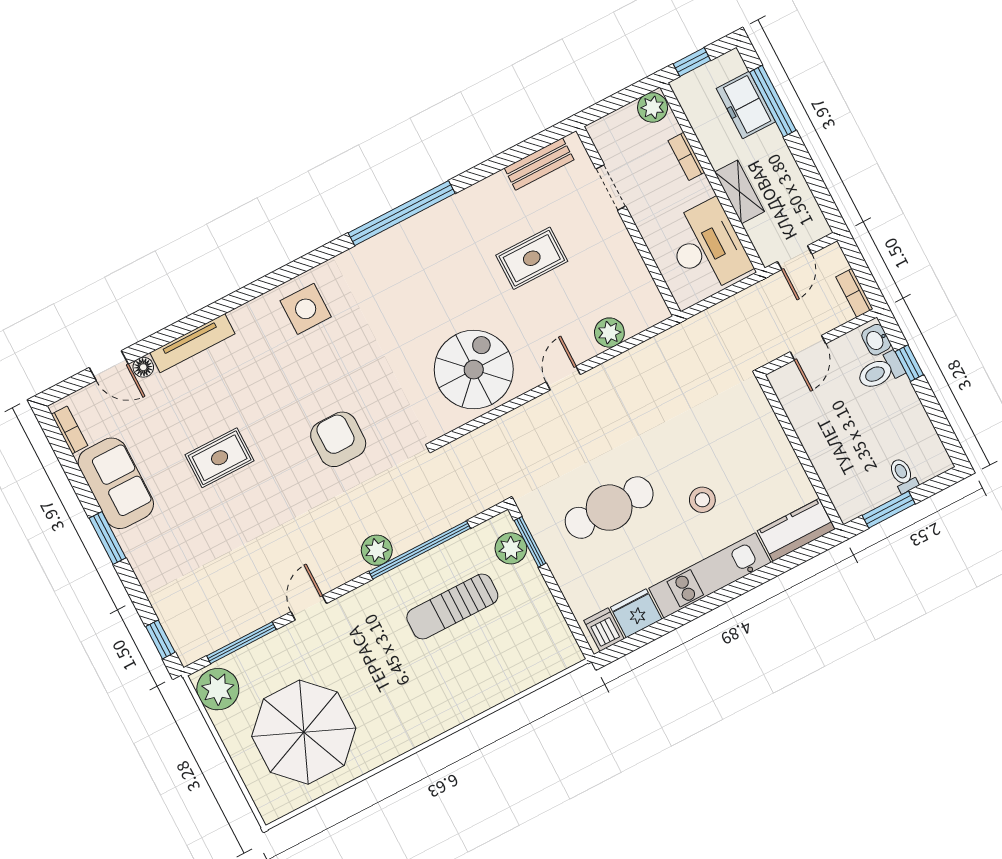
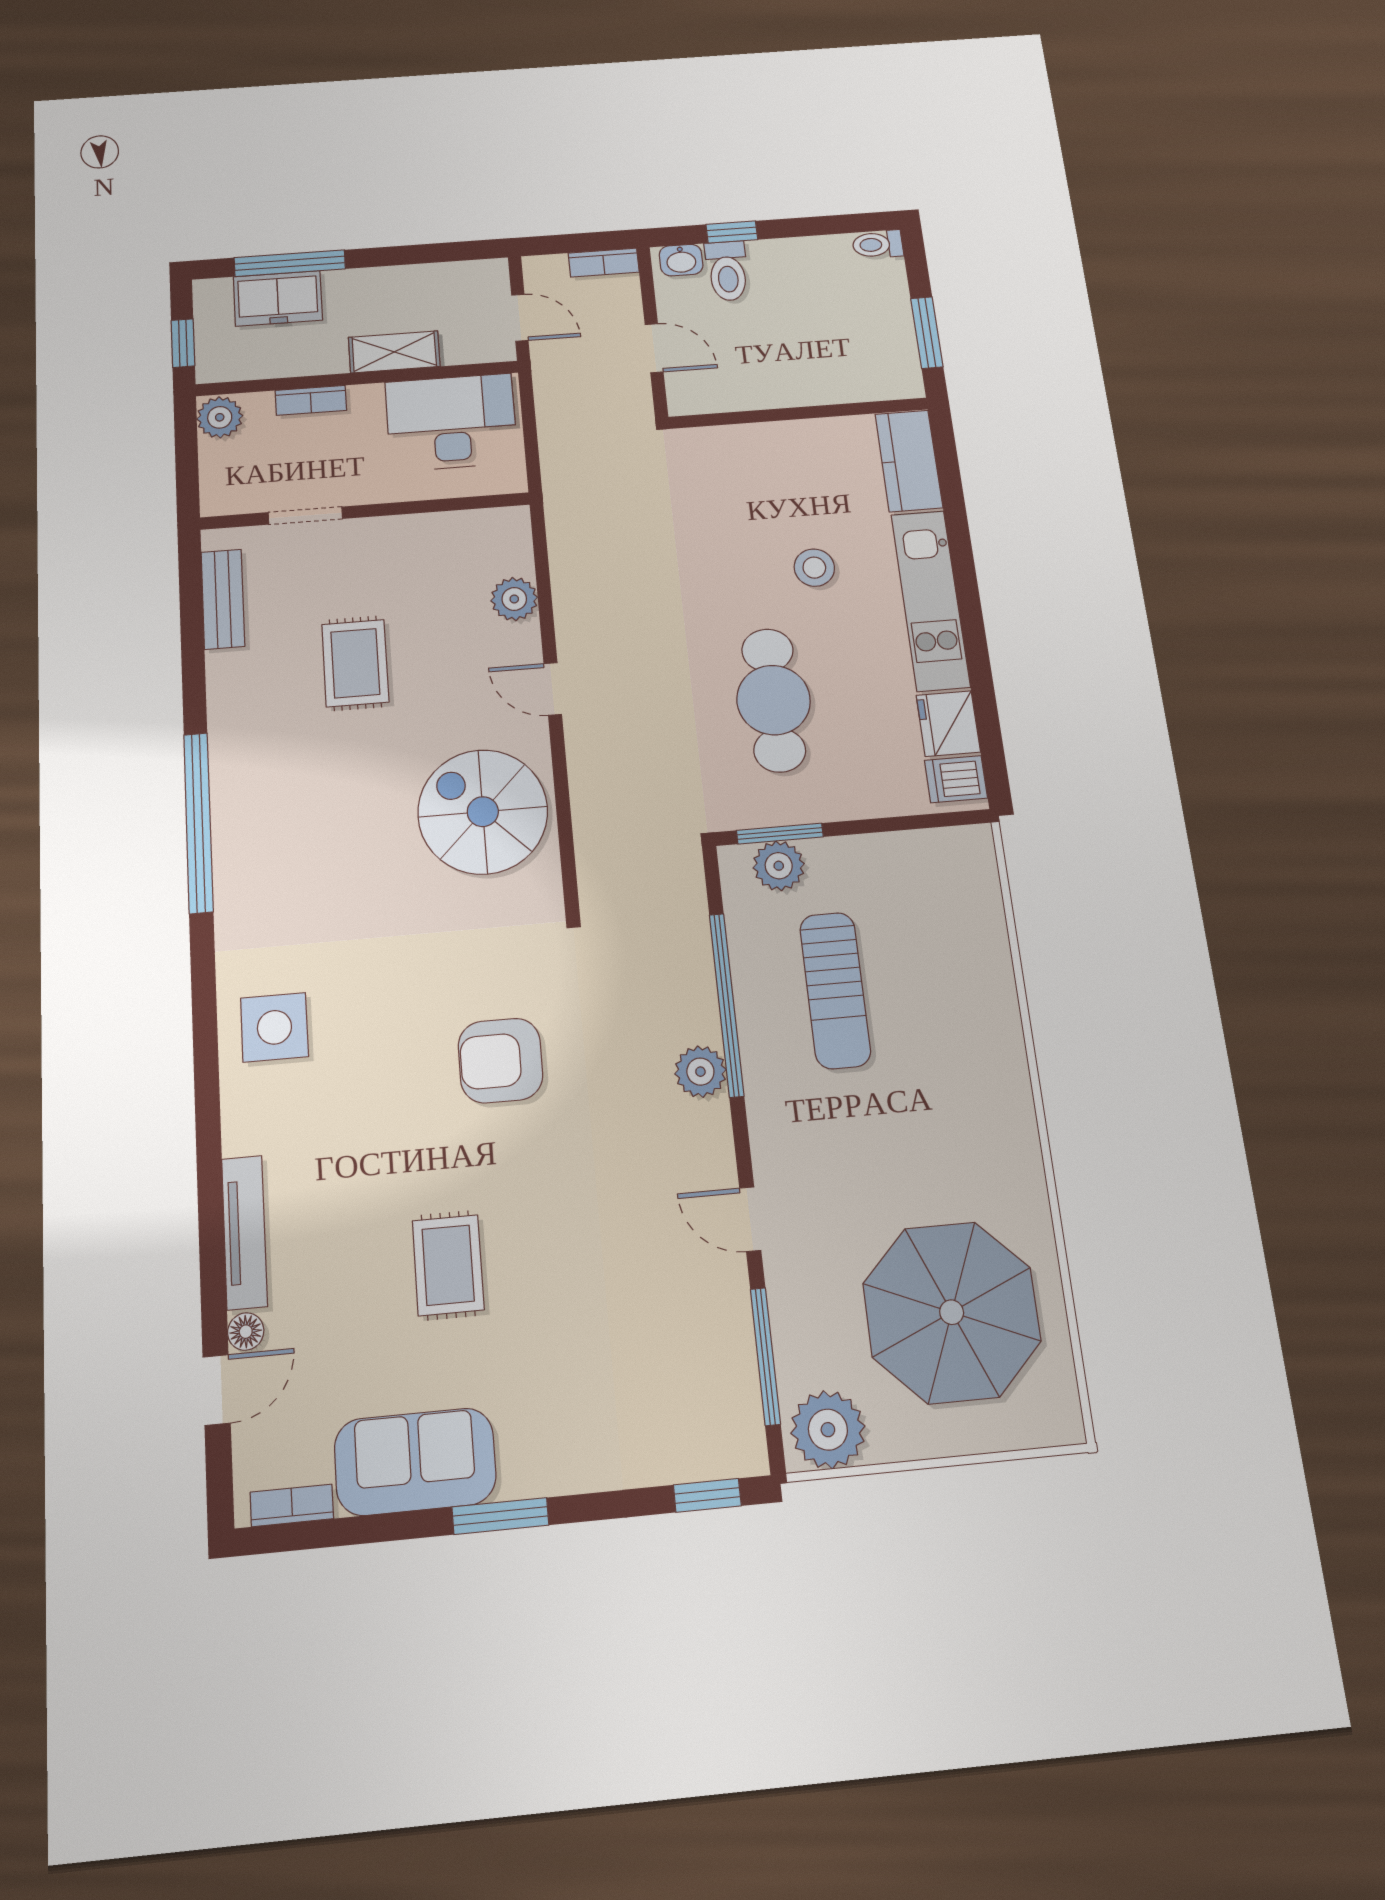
toilet: (903, 475) -> (878, 244), moved

